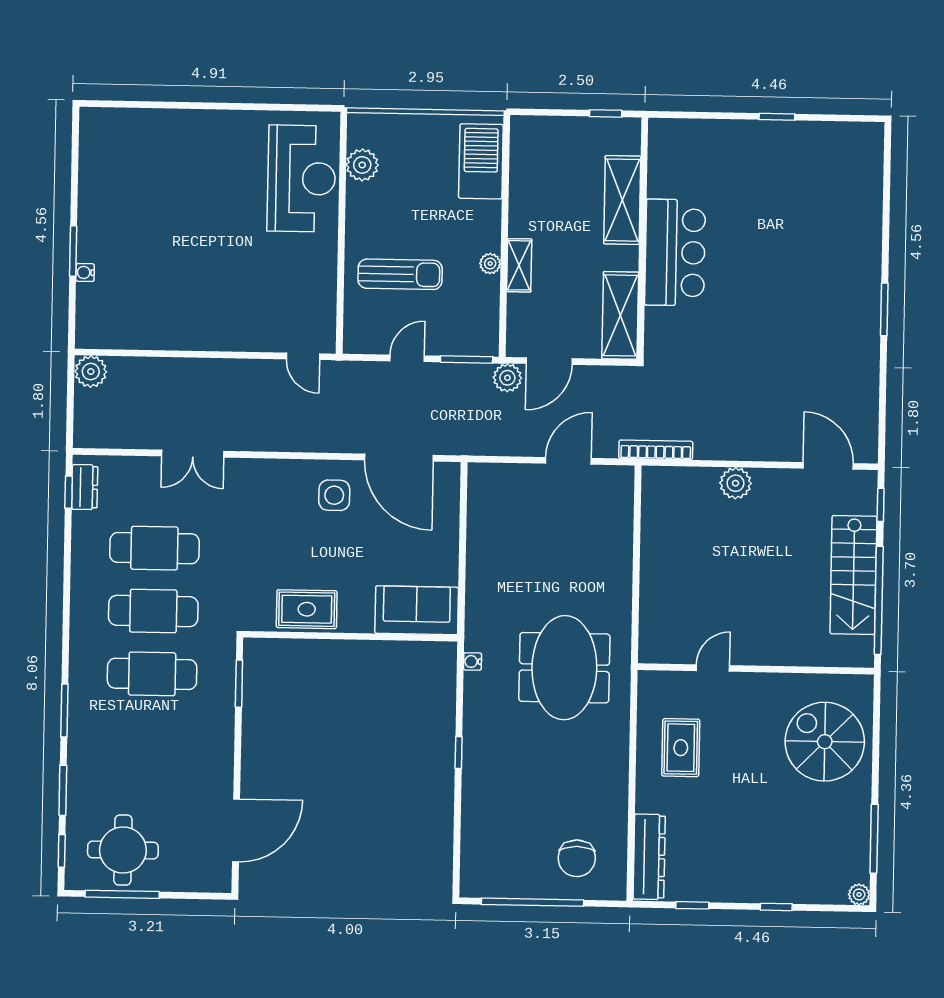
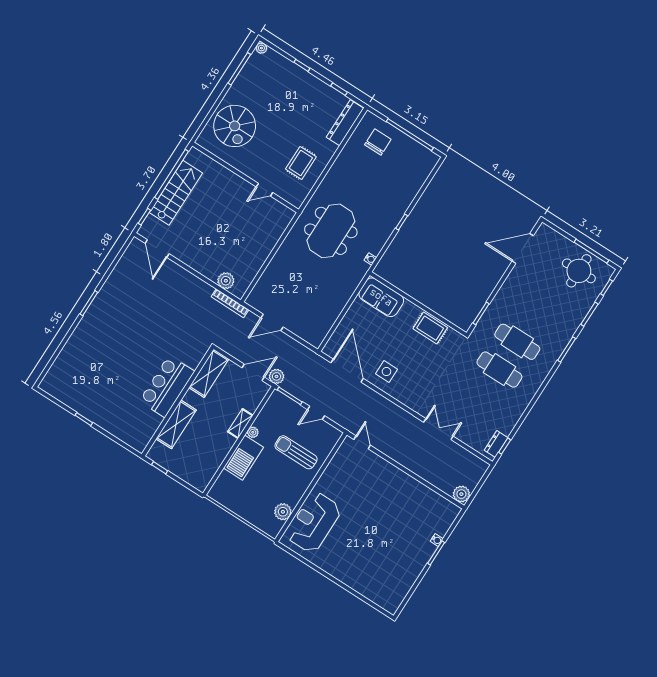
barbecue: (481, 161) -> (243, 458), moved
plant: (735, 483) -> (226, 281), moved
cafe table: (154, 548) -> (482, 397), removed

